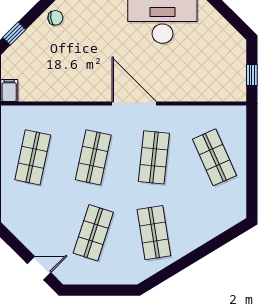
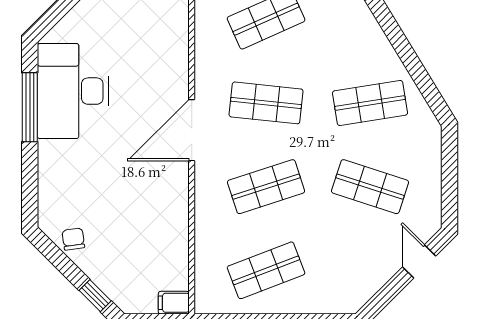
shop shelf: (33, 157) -> (266, 270), turned -33
shop shelf: (93, 157) -> (266, 187), turned -30

